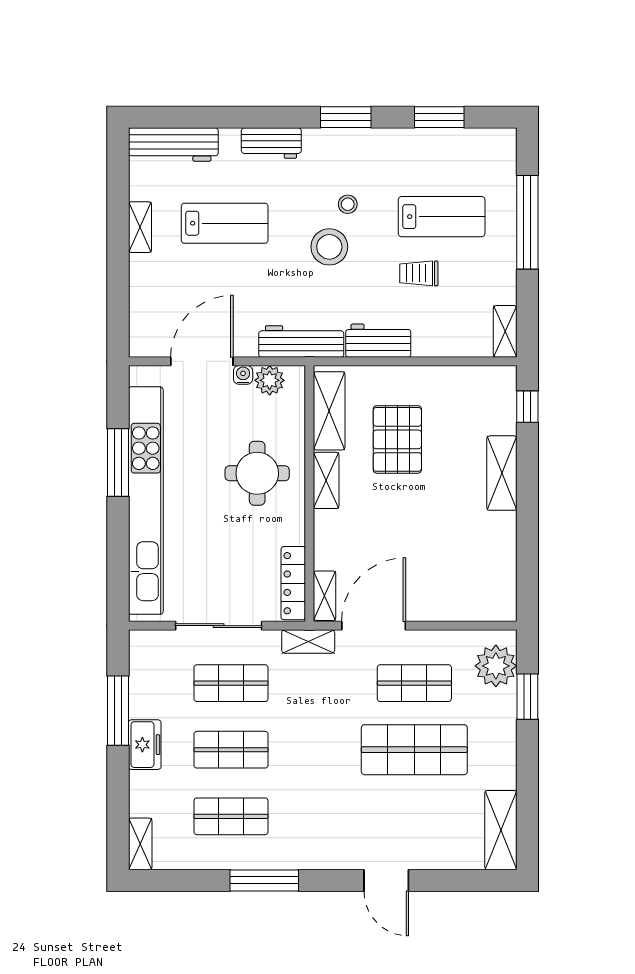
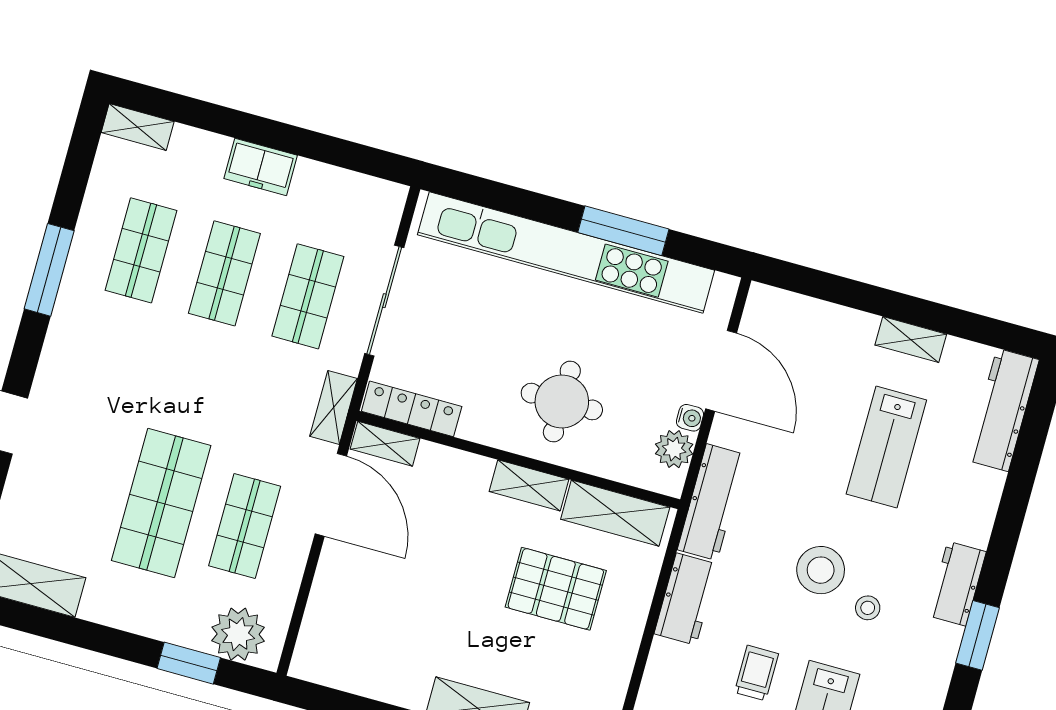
workbench: (271, 143) -> (957, 584), moved
window: (118, 711) -> (312, 145), removed

